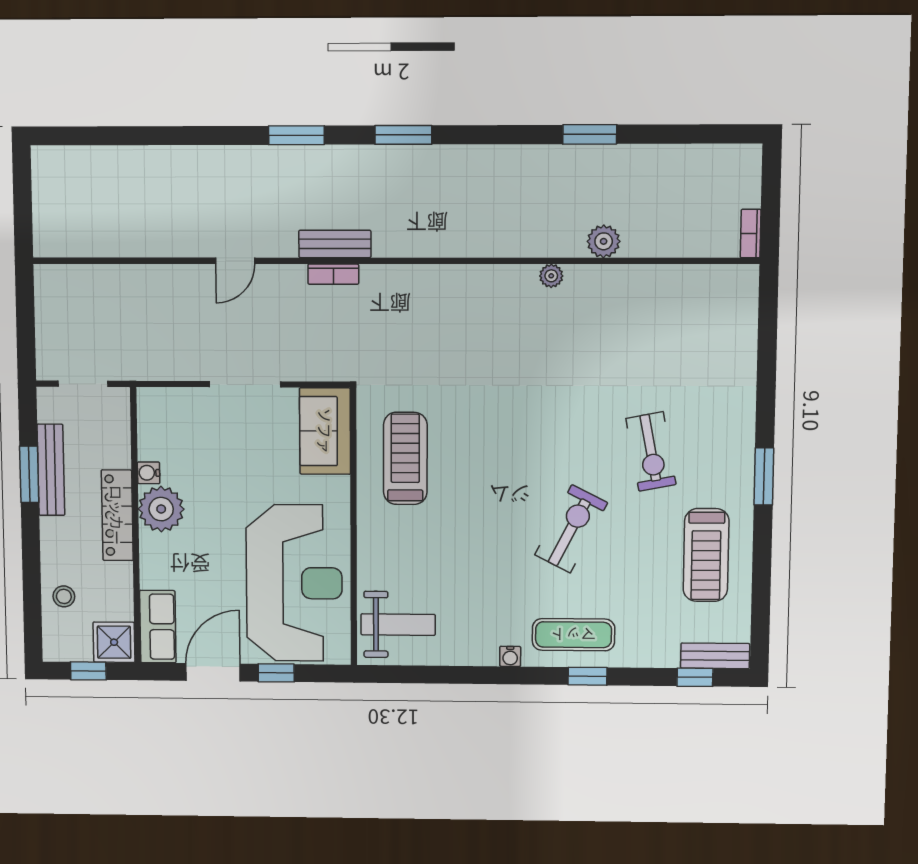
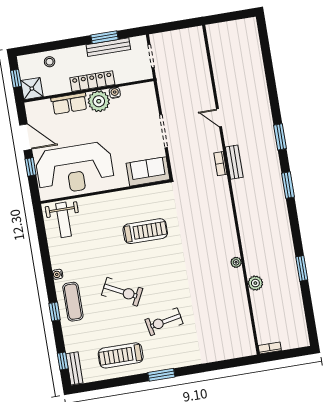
treadmill: (405, 458) -> (145, 231), moved
row of seats: (158, 627) -> (69, 104), moved

